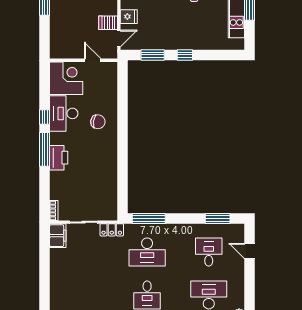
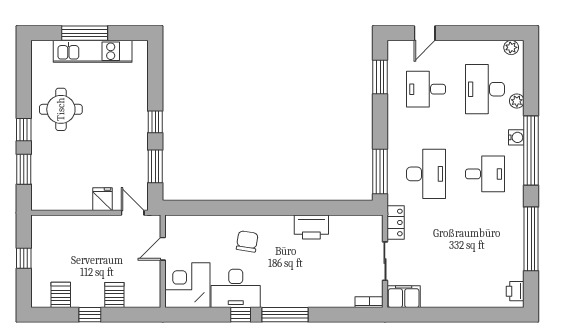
server rack: (108, 23) -> (114, 295), moved, turned 180
printer: (59, 158) -> (311, 227), moved, turned 180

